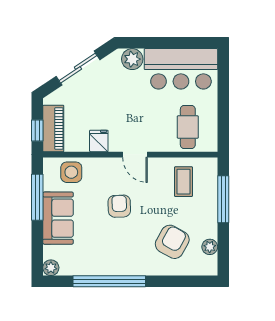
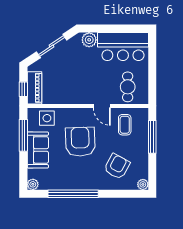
fridge: (99, 141) -> (66, 96), removed
door: (135, 155) -> (102, 106), moved
armchair: (119, 206) -> (80, 142), width x1.88, depth x1.88
plant: (210, 247) -> (143, 184), moved

